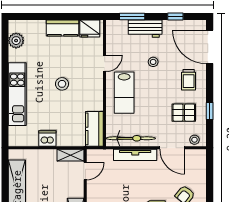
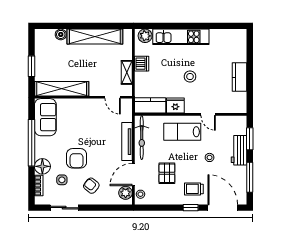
window: (175, 17) -> (250, 177), width x2.17
fridge: (90, 29) -> (175, 106), moved, turned 90
plant: (16, 41) -> (145, 36), moved
door: (210, 47) -> (223, 208), hinge flipped
window: (210, 111) -> (191, 208), moved
pallet: (184, 113) -> (167, 173), moved
shelving: (71, 155) -> (127, 72), moved
plant: (193, 157) -> (126, 193), added

